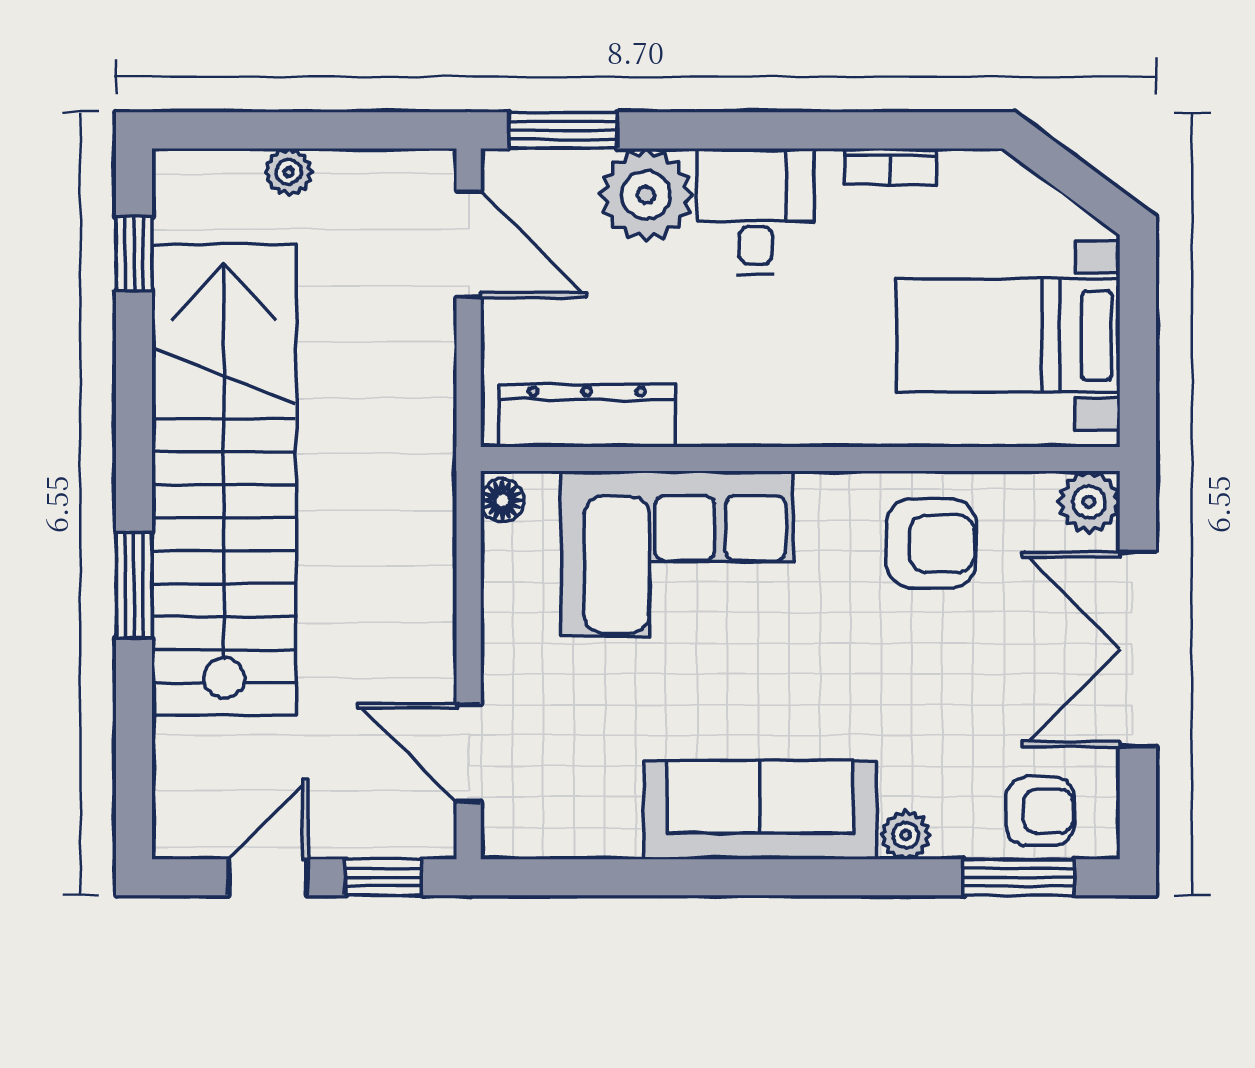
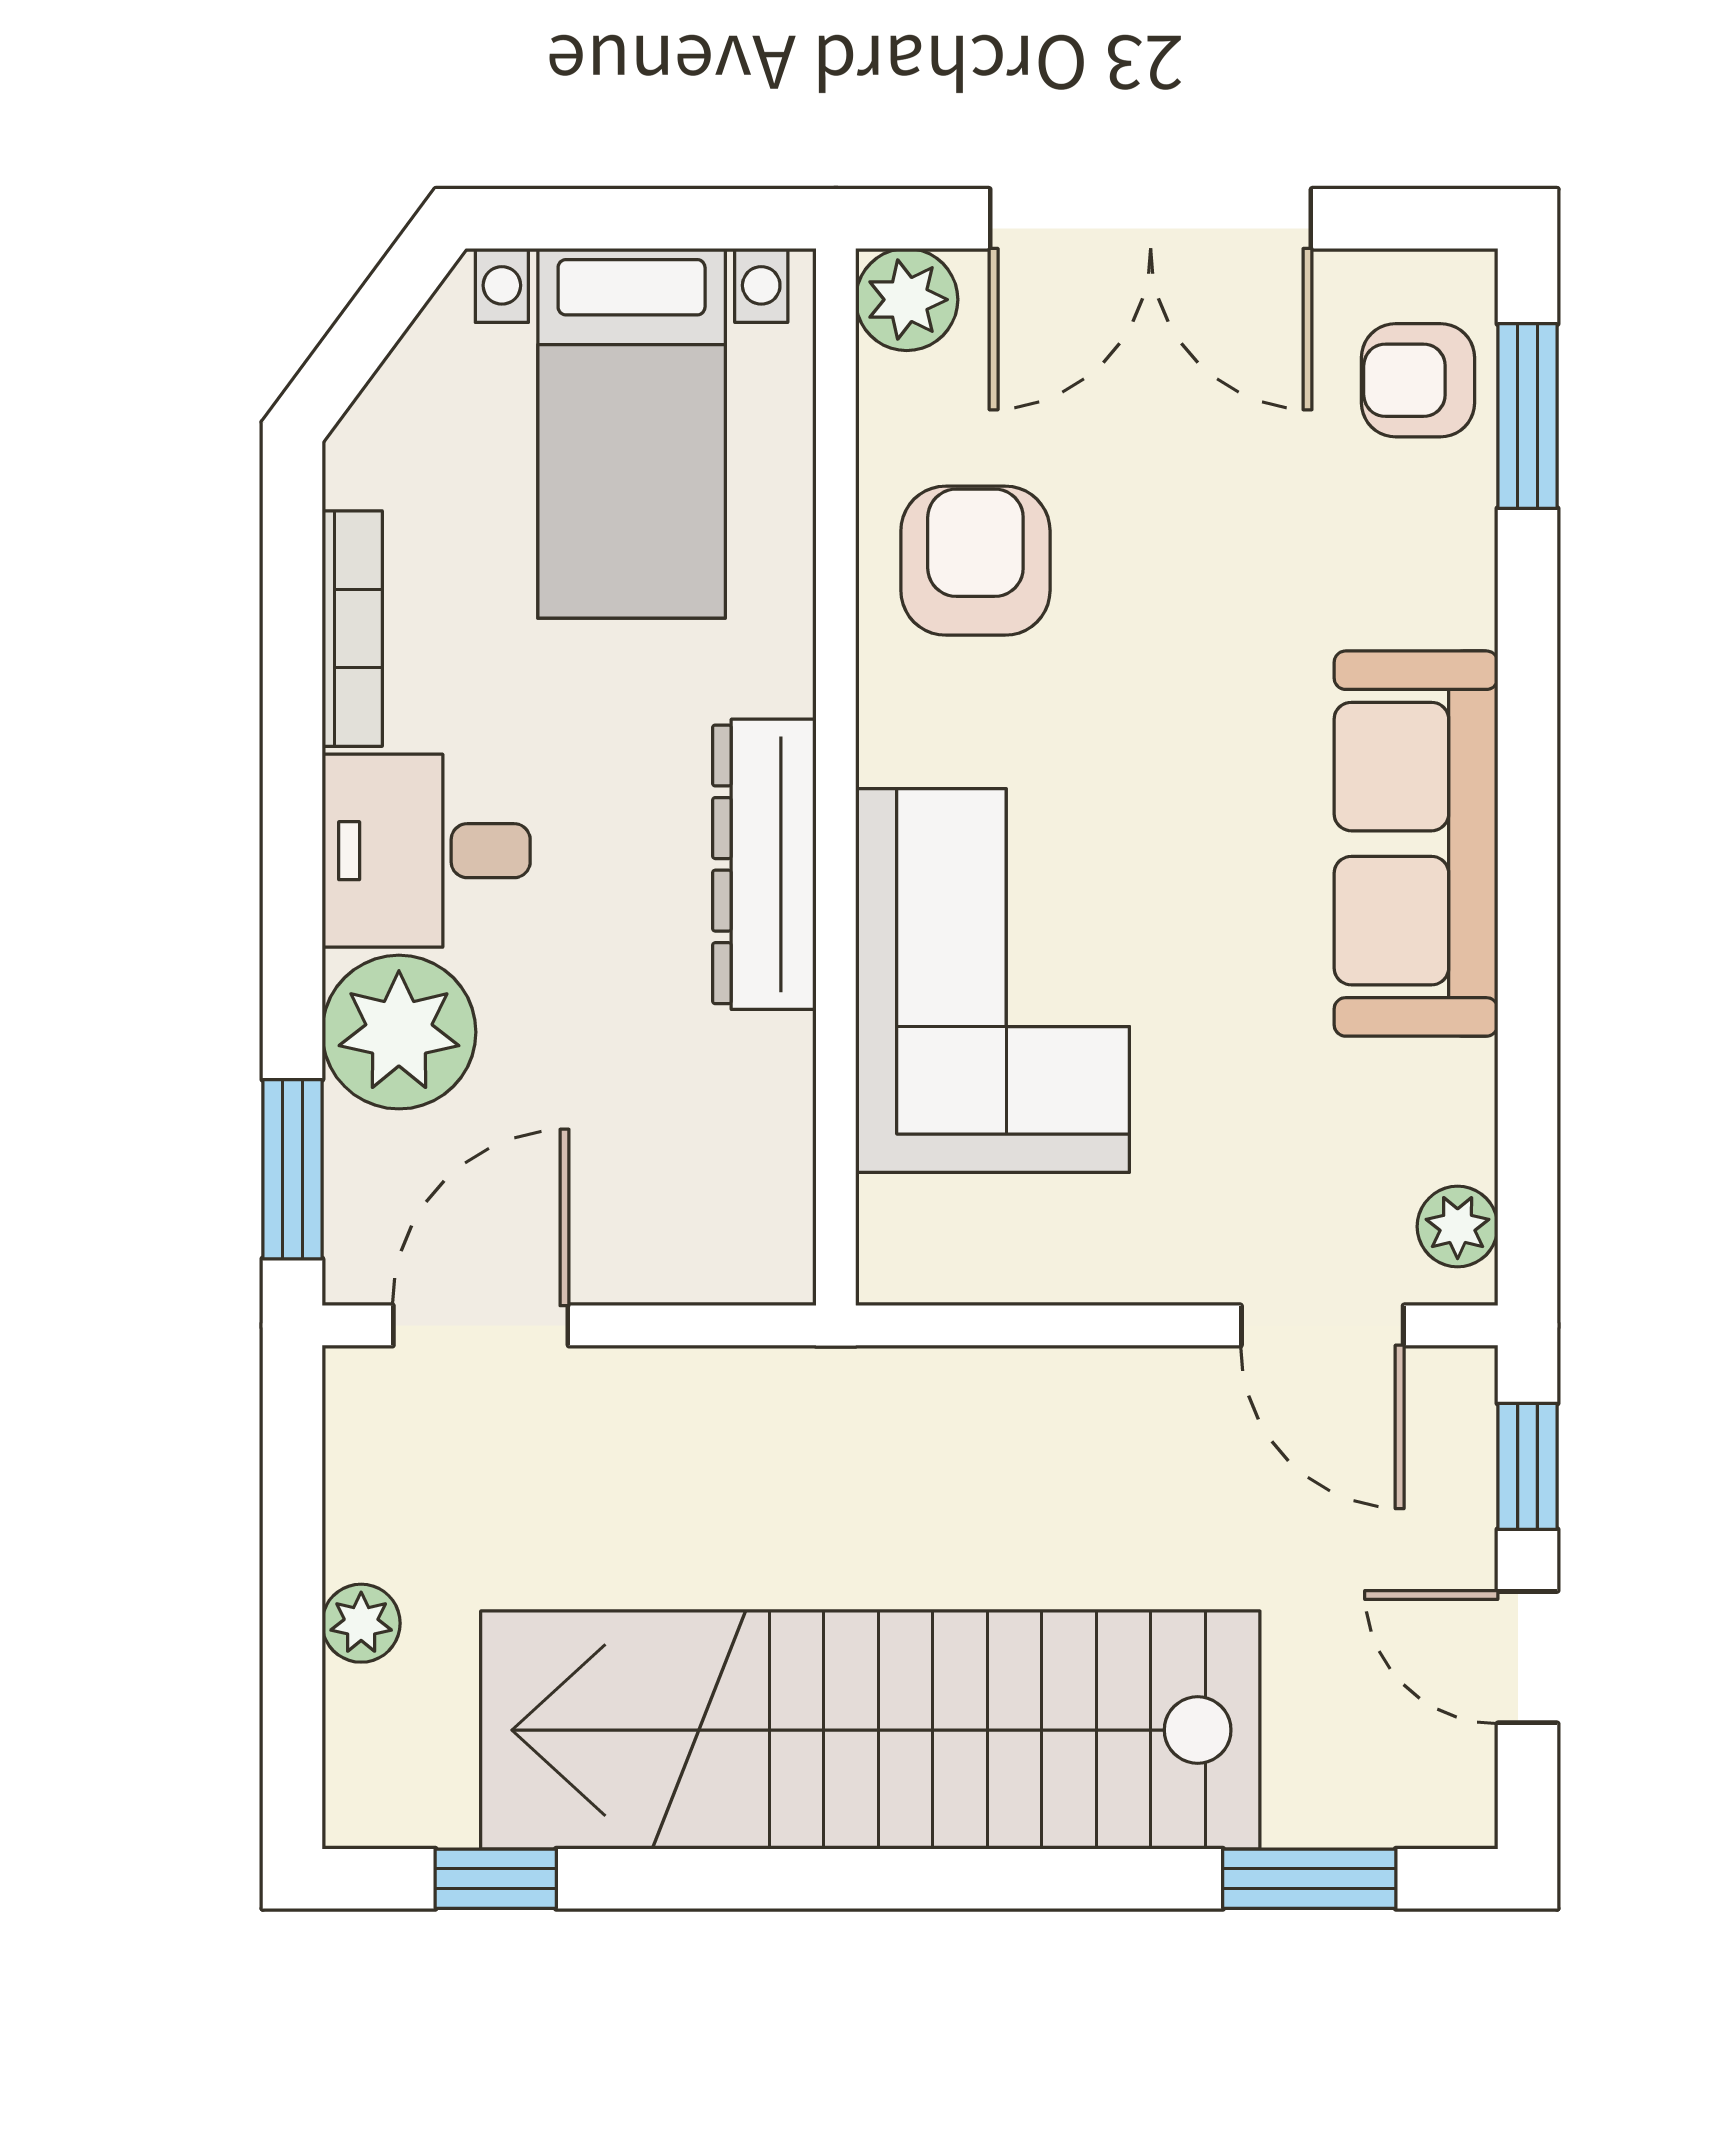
bookcase: (890, 166) -> (352, 629), width x1.56
dresser: (587, 416) -> (764, 864), moved
floor lamp: (502, 500) -> (904, 1270), removed
window: (134, 585) -> (1309, 1879), moved
door: (469, 753) -> (1322, 1325), hinge flipped
armchair: (1040, 811) -> (1418, 380), turned -90
plant: (906, 835) -> (1458, 1227), moved

